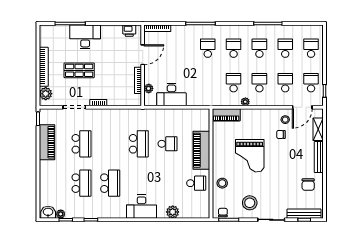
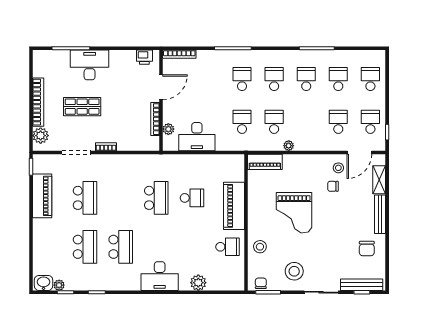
school desk: (259, 83) -> (242, 122), moved

